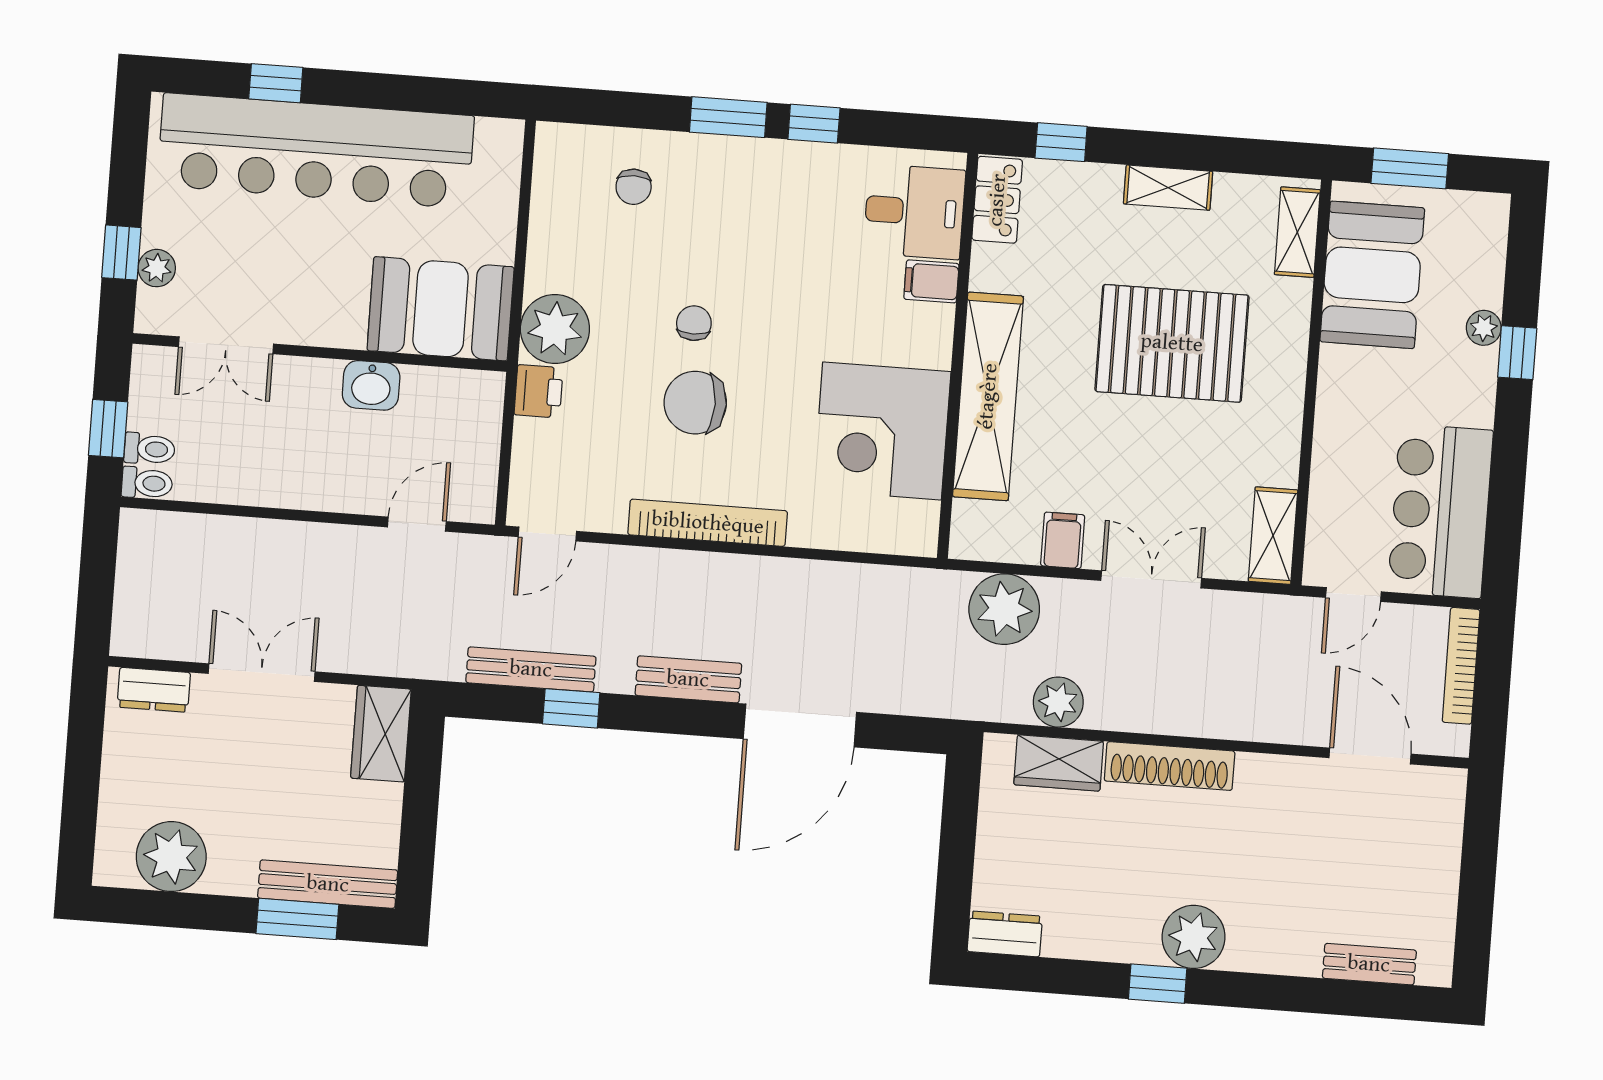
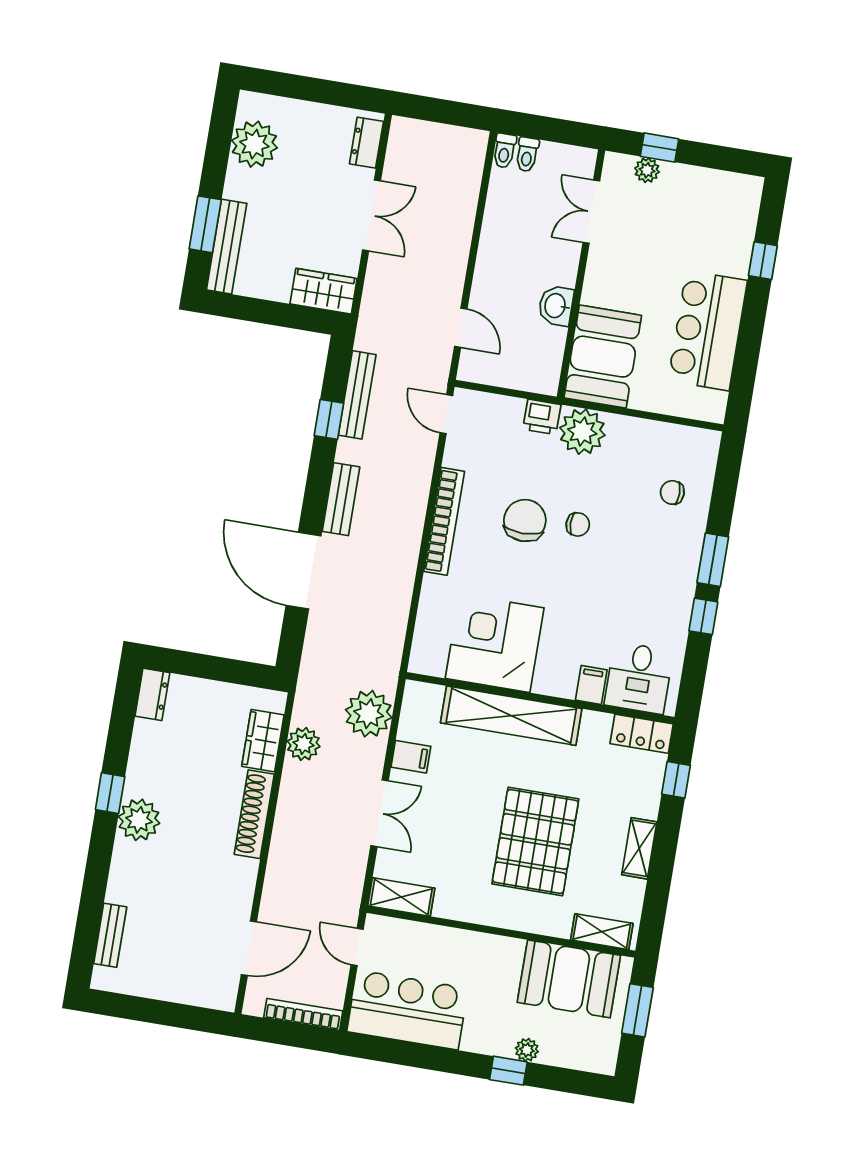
bar counter: (316, 151) -> (708, 331), width x0.54
window: (108, 429) -> (543, 128), removed

